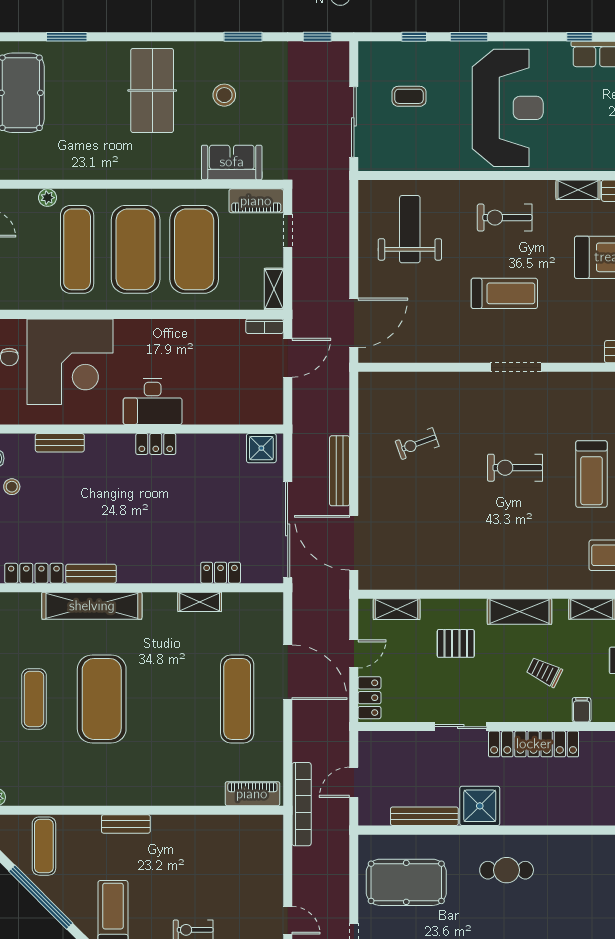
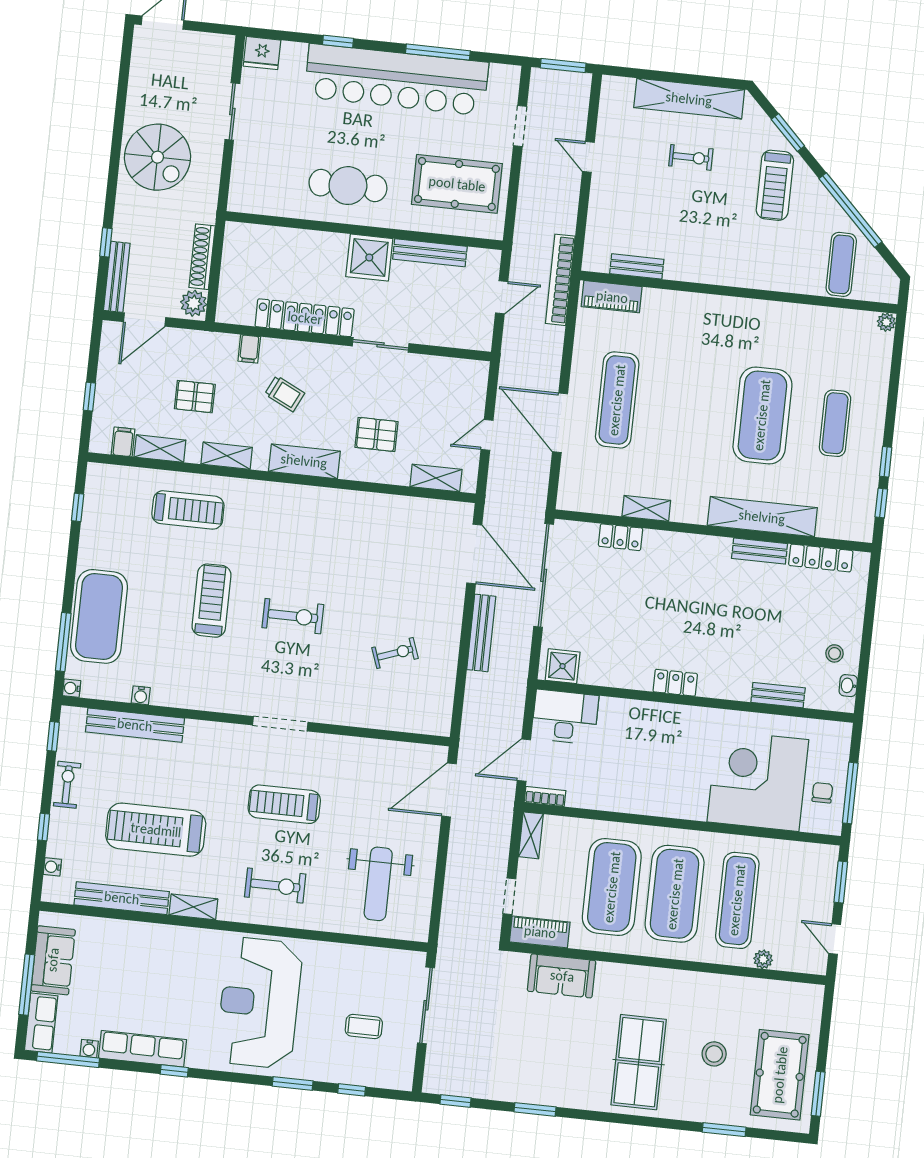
stool: (224, 95) -> (714, 1054), moved
desk: (153, 402) -> (565, 717), moved
locker: (369, 698) -> (475, 386), removed
bench: (126, 824) -> (637, 266), moved
cafe table: (507, 870) -> (348, 186), width x1.37, depth x1.35

